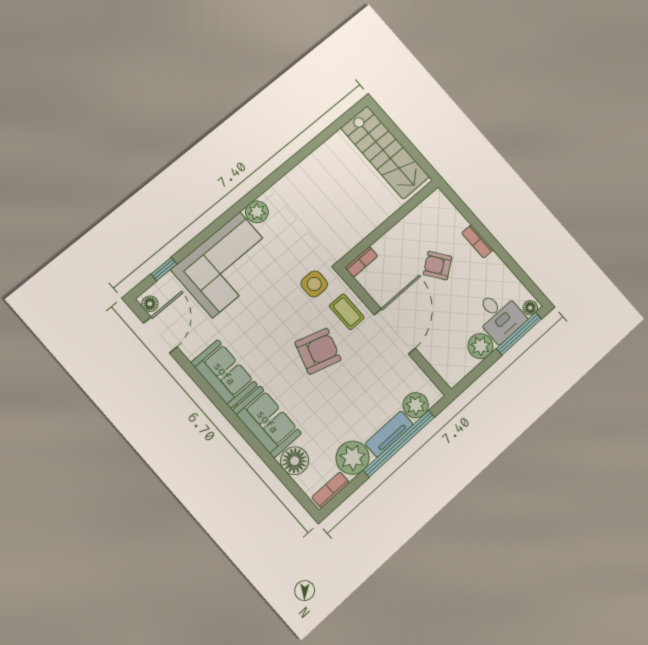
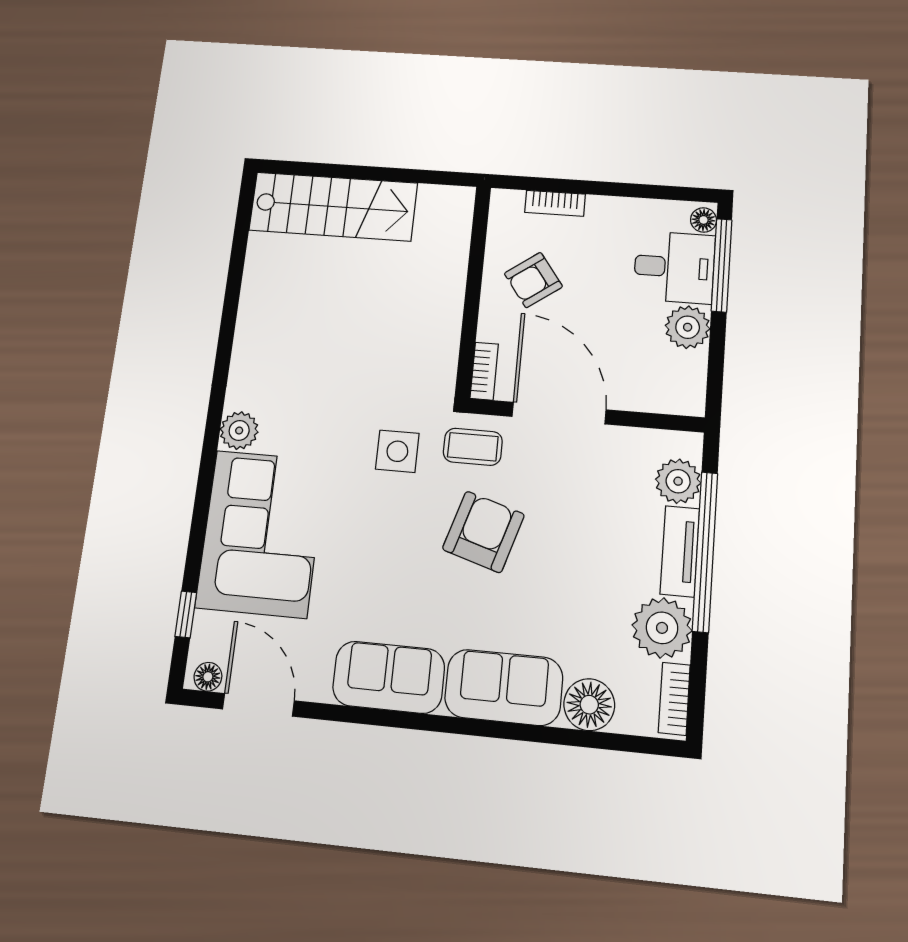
wall: (389, 223) -> (473, 291), moved
bookcase: (361, 262) -> (484, 371), moved

